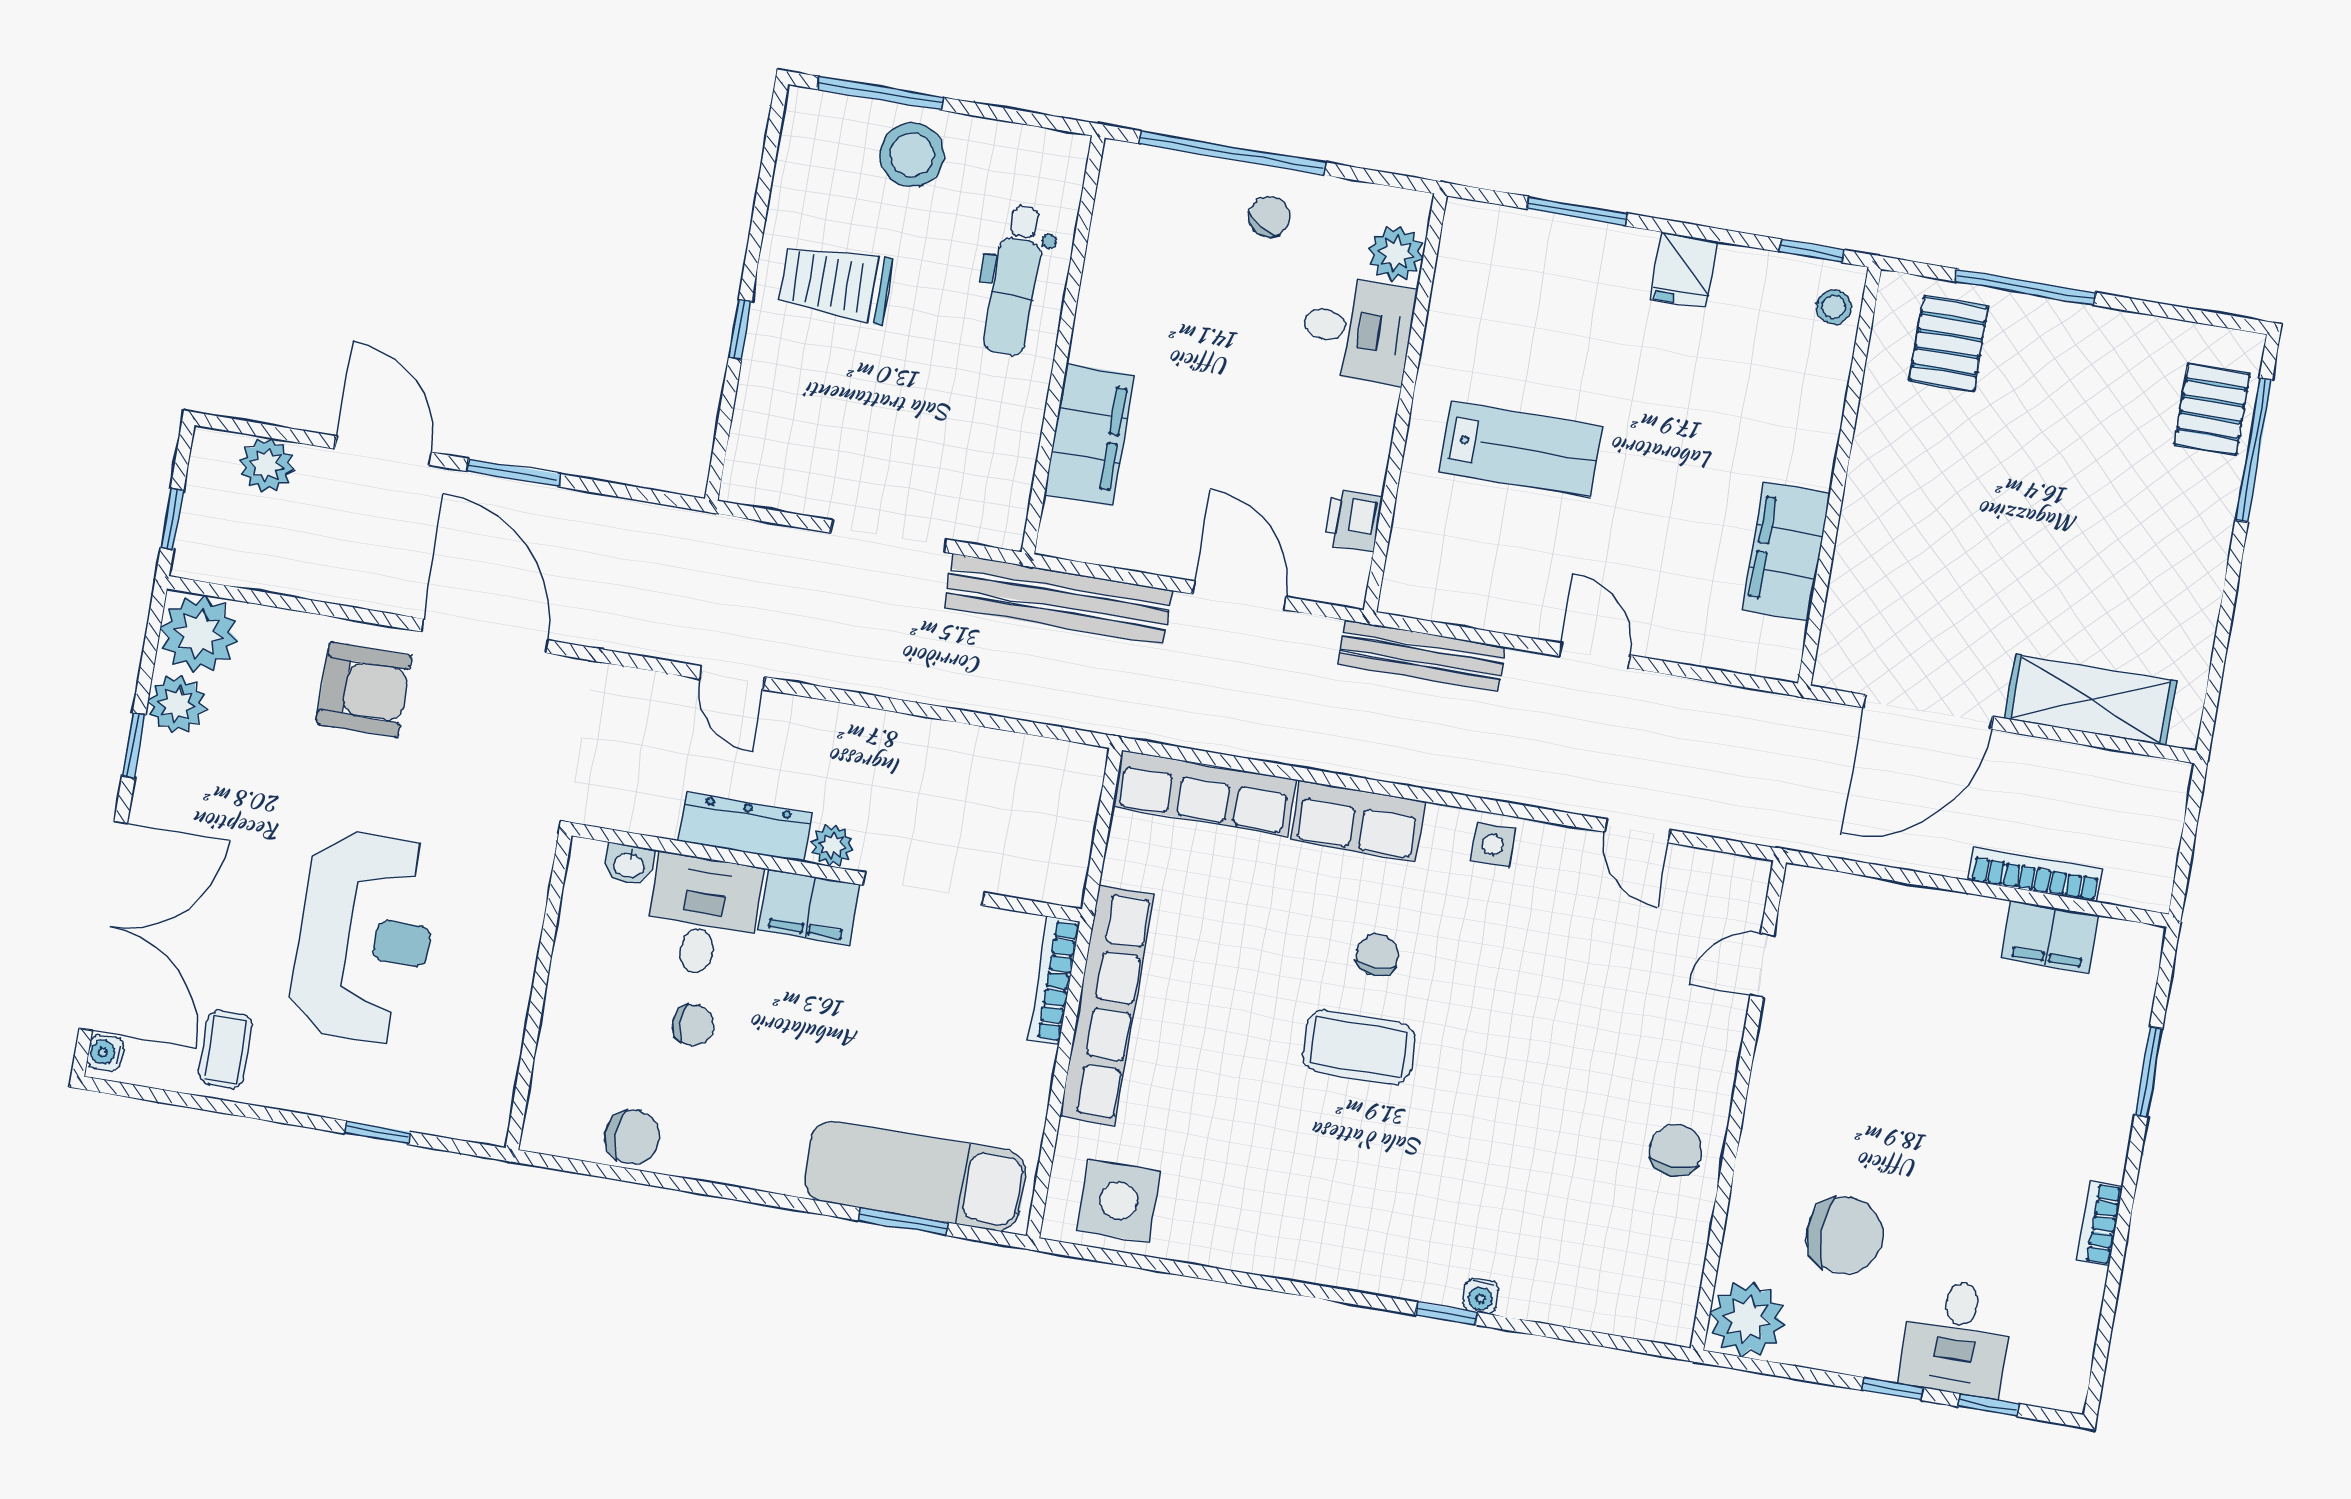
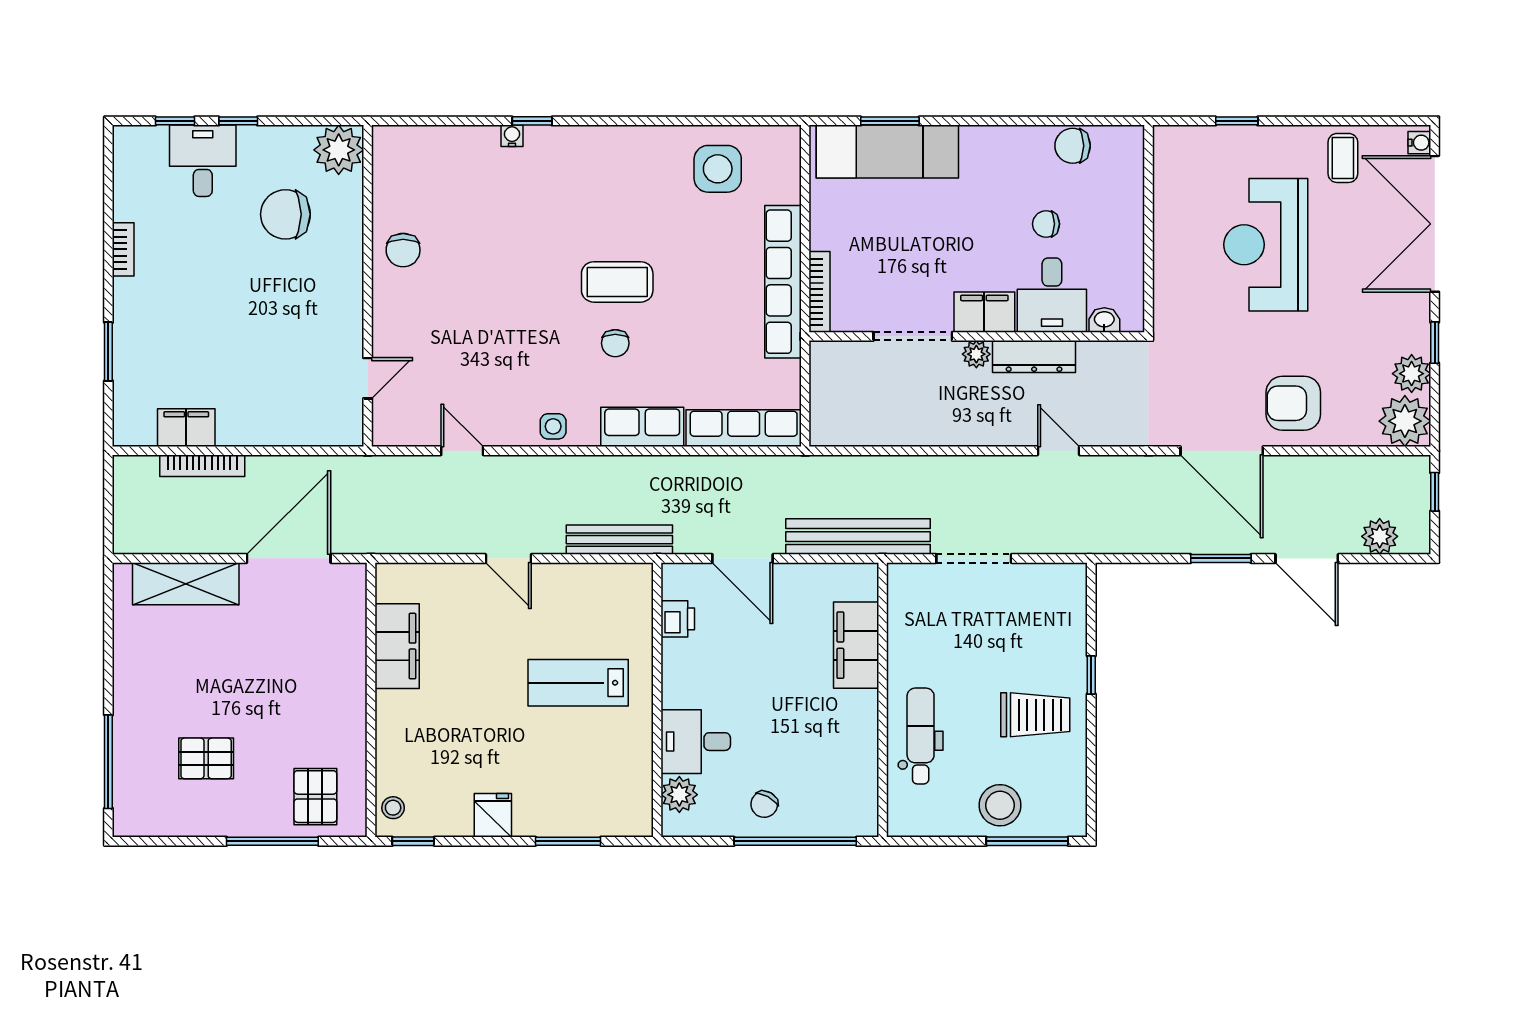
pallet: (2212, 409) -> (206, 758), moved, turned 90
side table: (1119, 1201) -> (718, 169), moved

